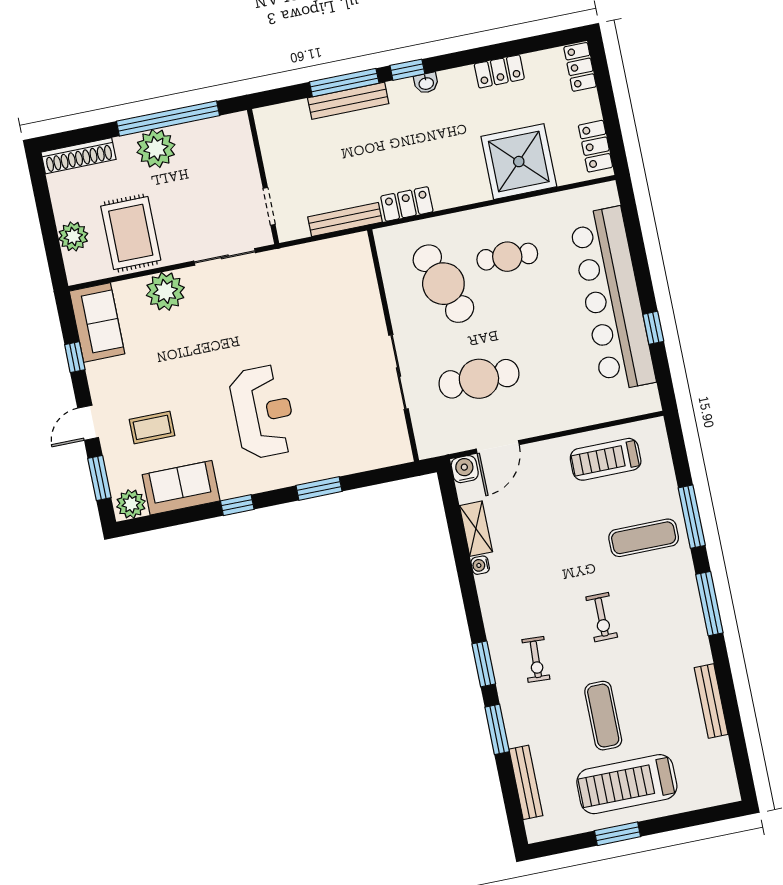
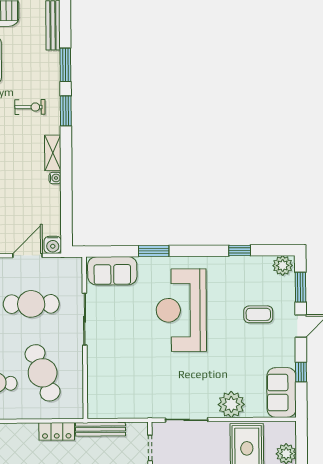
reception desk: (263, 412) -> (181, 310), width x1.36, depth x1.30
sofa: (181, 488) -> (112, 271), moved
window: (237, 505) -> (240, 250), moved
shelving: (476, 529) -> (53, 153), moved
exercise bike: (536, 659) -> (30, 107), turned 87

